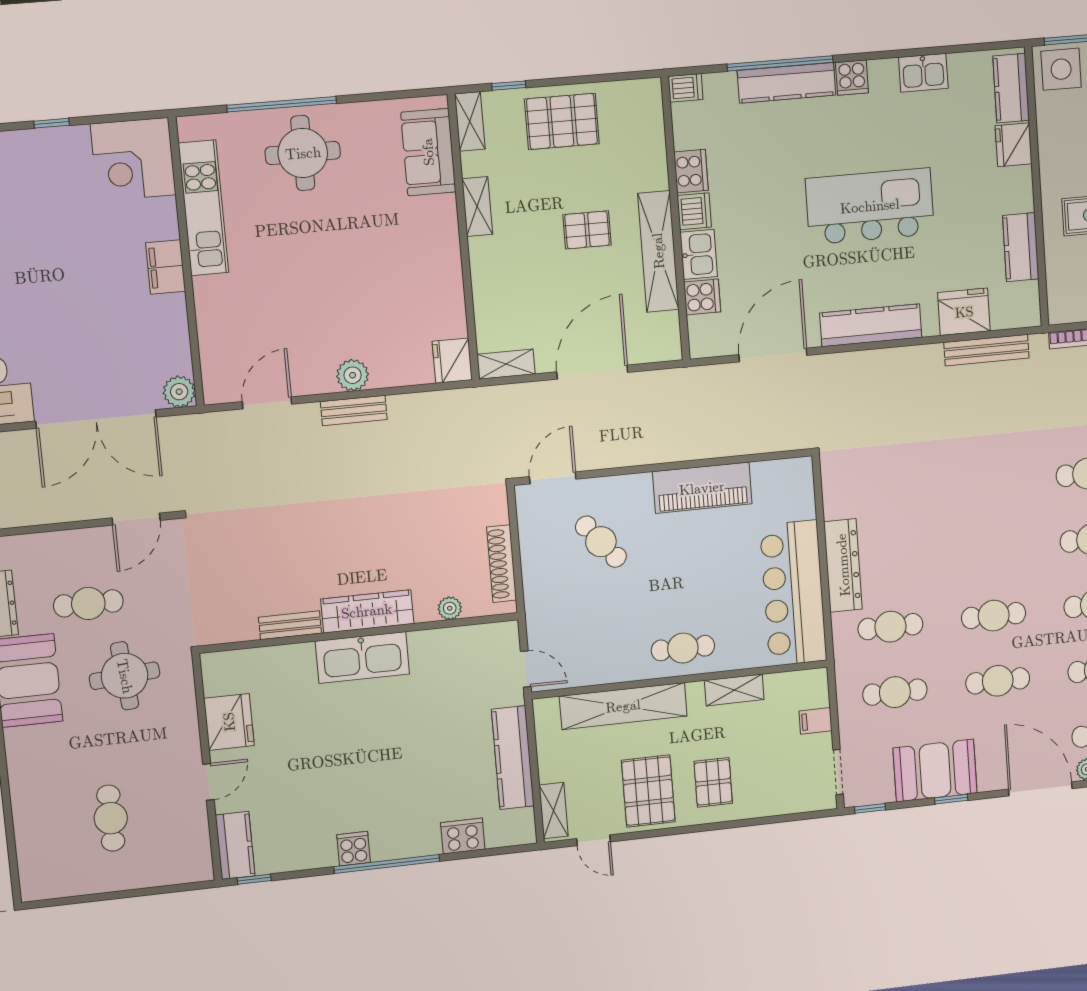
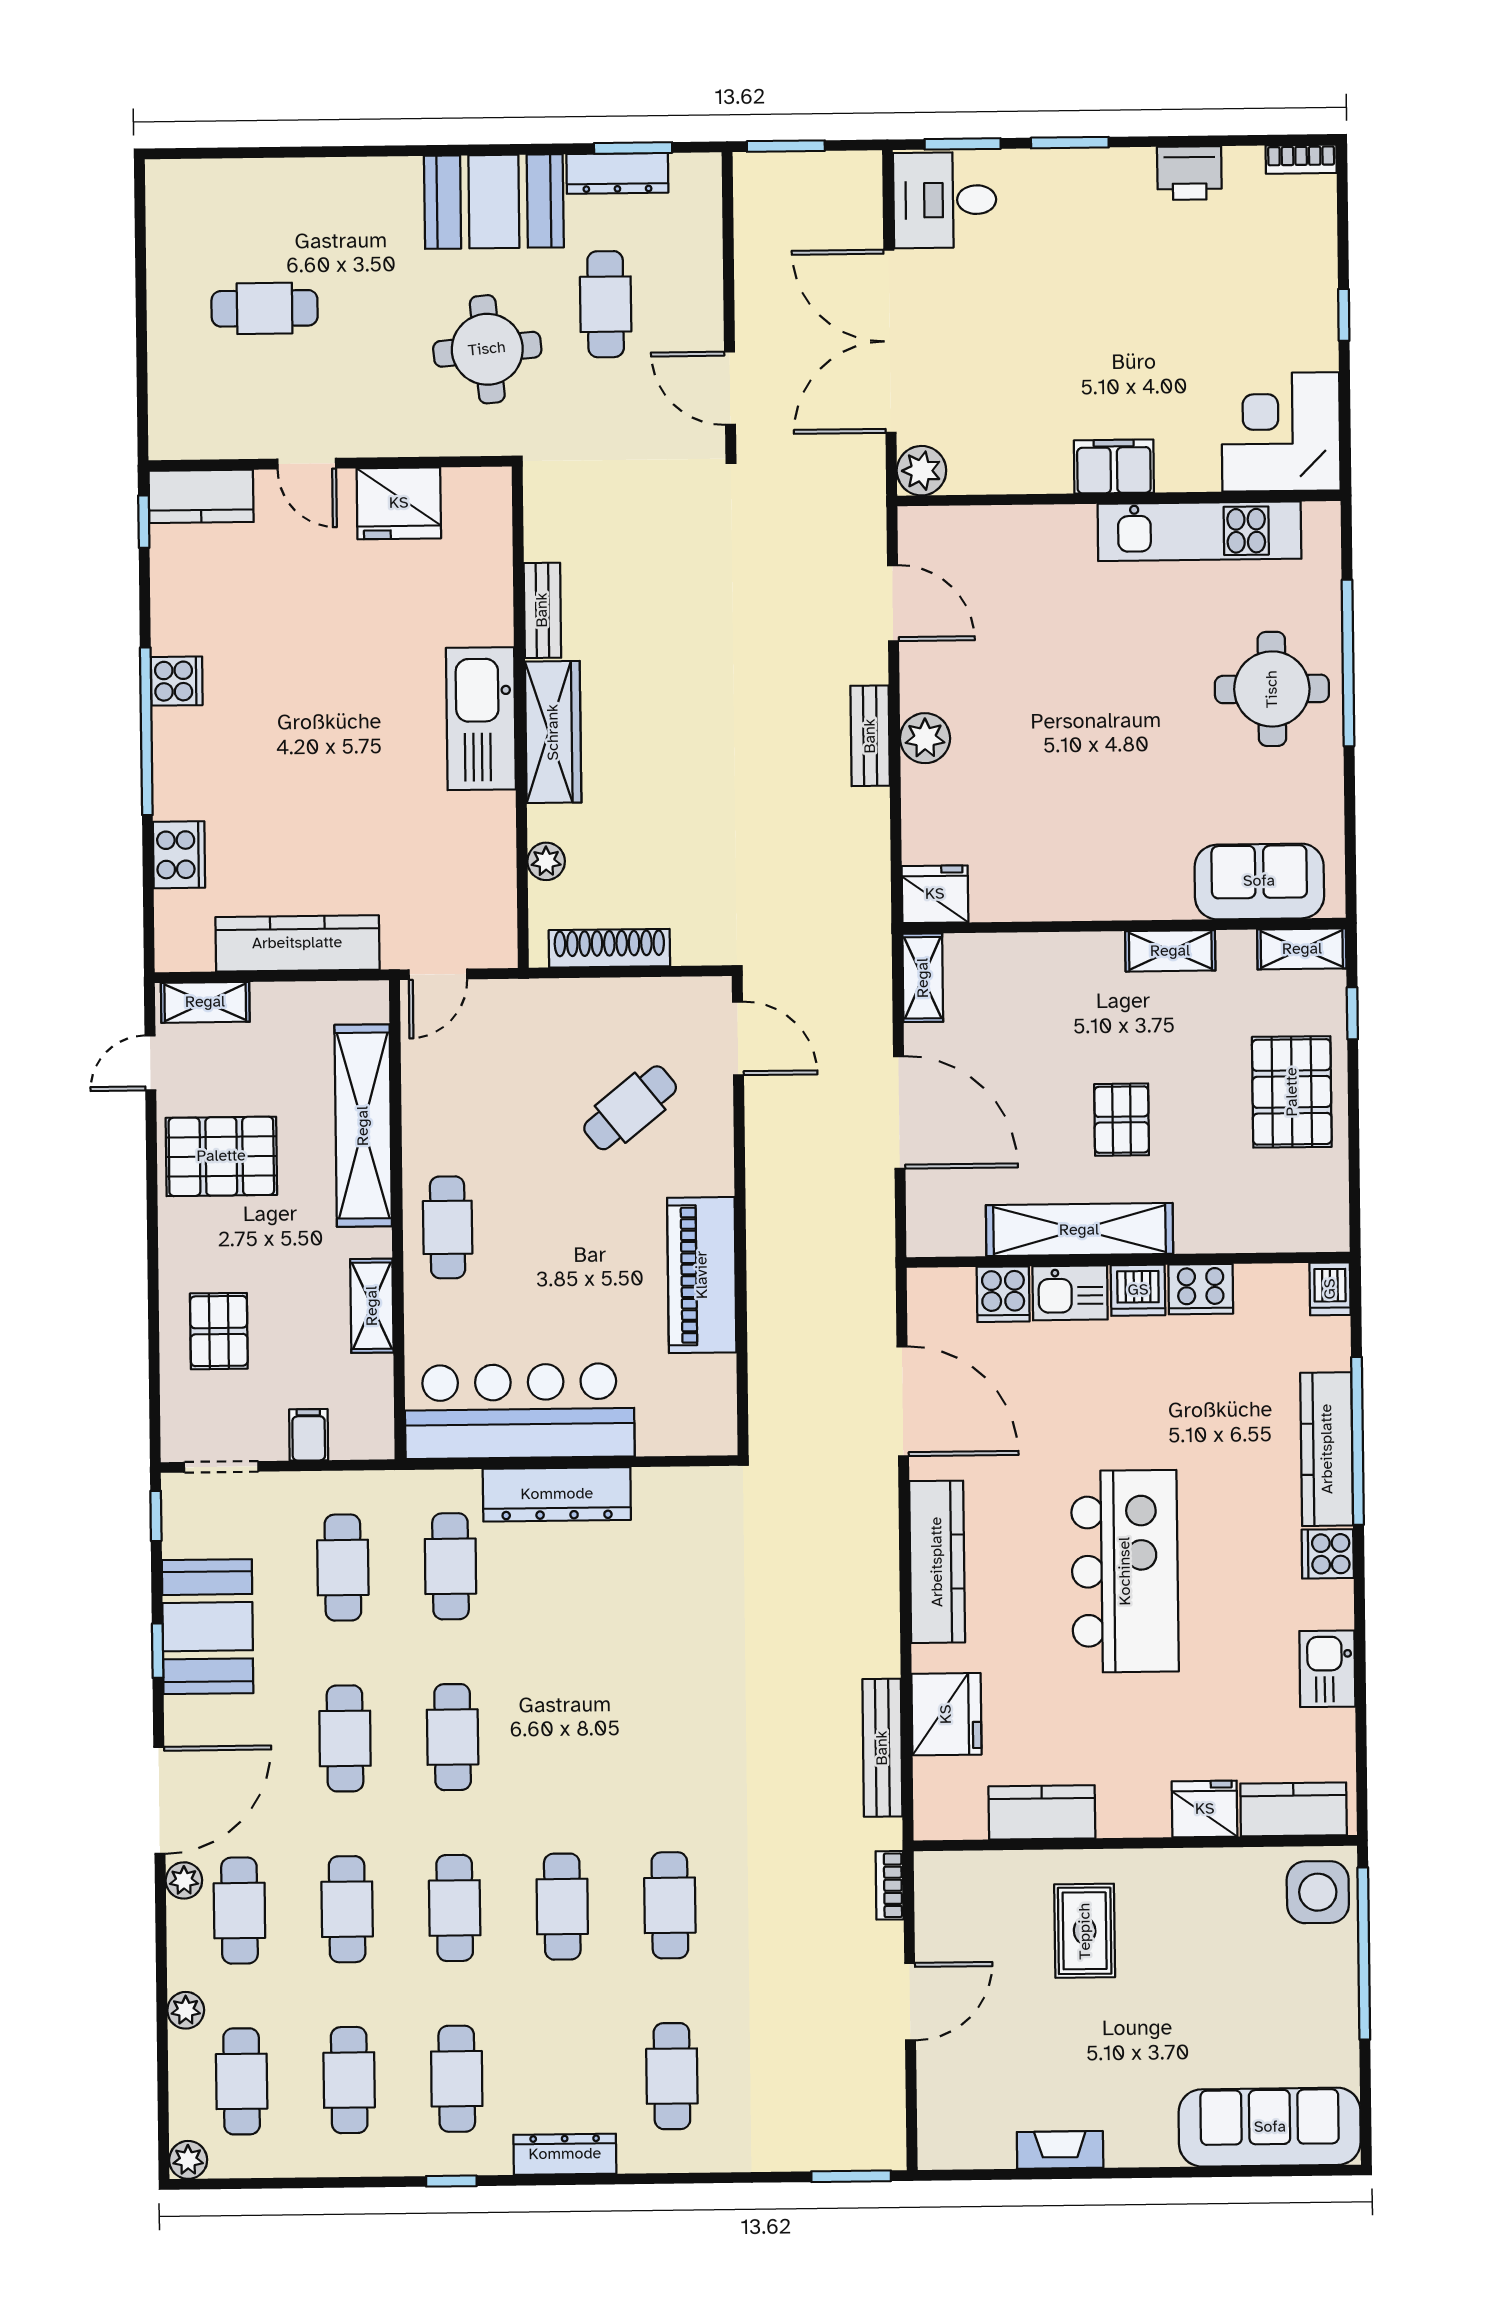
pallet: (713, 782) -> (219, 1331), moved, turned 90

